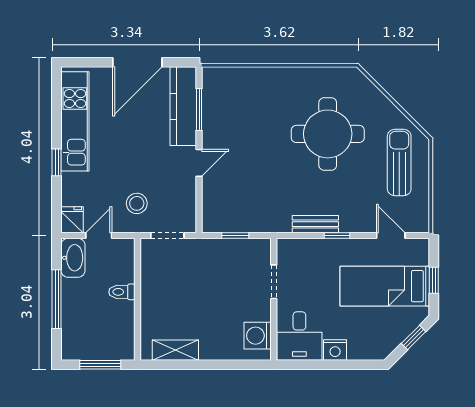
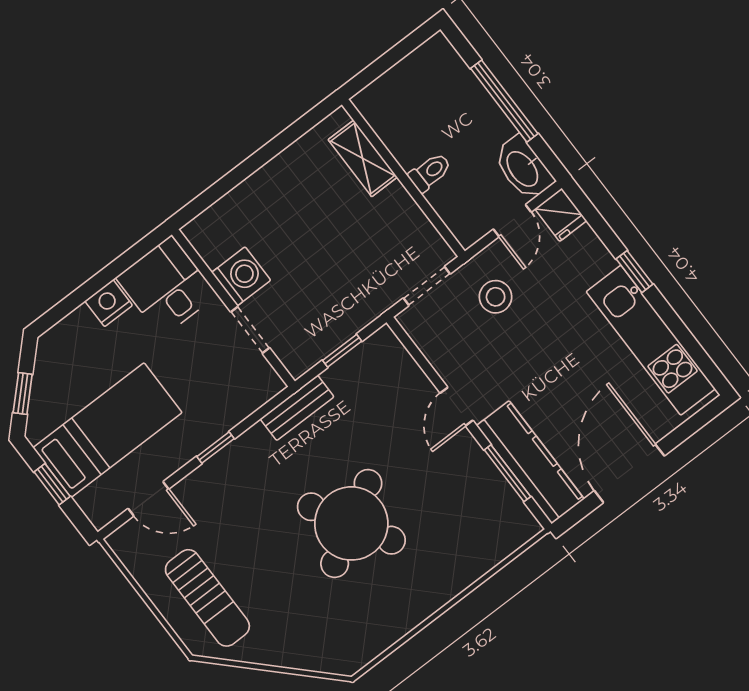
round table: (328, 134) -> (351, 523), moved, turned -30
bench: (315, 224) -> (297, 408), moved
washing machine: (258, 336) -> (241, 276), moved
shelving: (175, 350) -> (363, 158), moved, turned 90
window: (100, 365) -> (387, 61), removed

